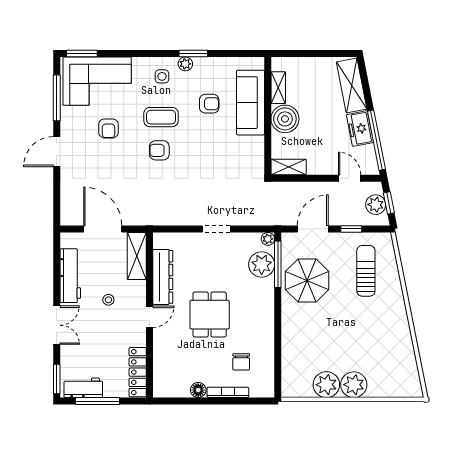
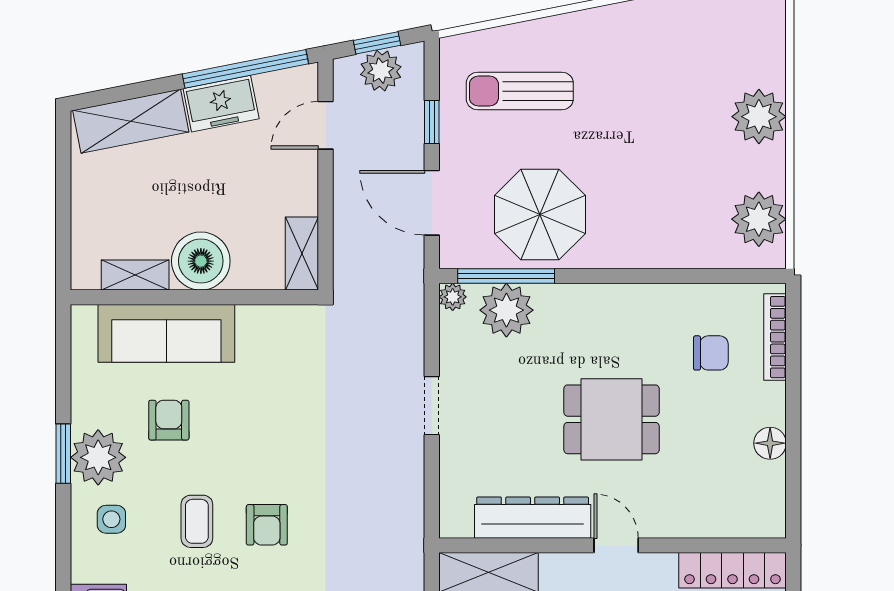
plant: (185, 64) -> (98, 457), width x1.87, depth x1.87
coffee table: (161, 117) -> (197, 521), width x0.73, depth x0.77
plant: (326, 385) -> (759, 219), moved
bookcase: (228, 392) -> (775, 337), moved

